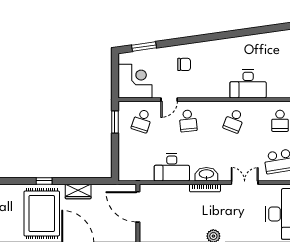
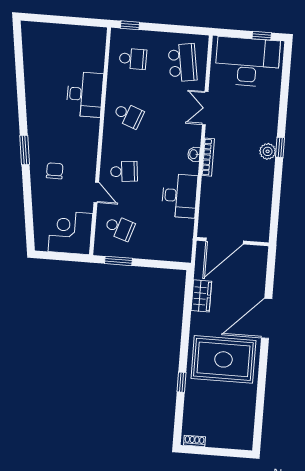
window: (144, 47) -> (25, 150), moved
washbasin: (206, 174) -> (194, 154), width x0.52, depth x0.69
window: (44, 181) -> (182, 382), moved
wardrobe: (78, 191) -> (201, 296), moved

